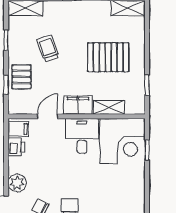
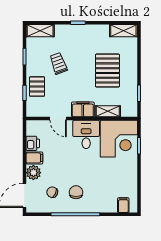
pallet: (108, 57) -> (107, 71), turned 90
door: (48, 116) -> (58, 119), swing flipped
filing cabinet: (18, 129) -> (34, 158), moved

